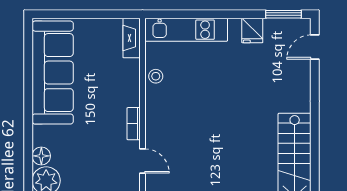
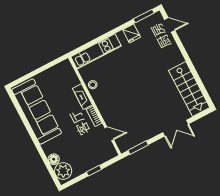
fireplace: (132, 38) -> (82, 97), moved
door: (315, 47) -> (170, 25), swing flipped

